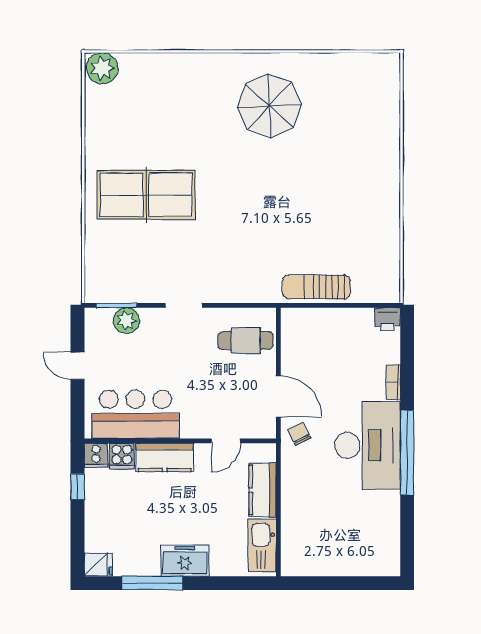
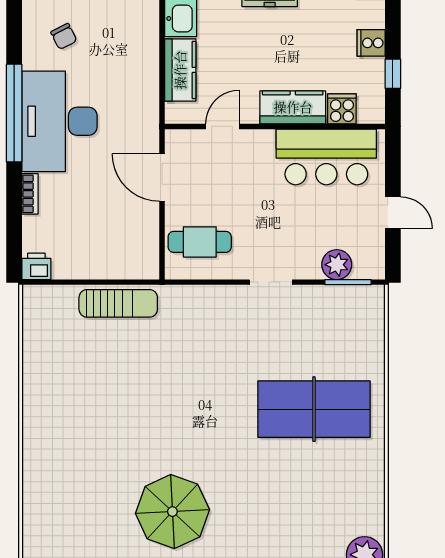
chair: (299, 434) -> (64, 36), moved
cooker: (96, 455) -> (371, 43), moved, turned -90

